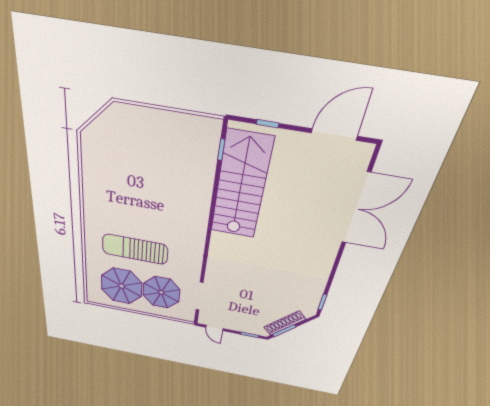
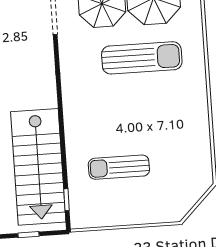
sun lounger: (166, 168) -> (119, 167), added

